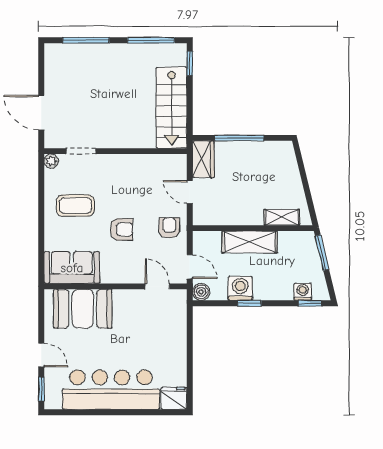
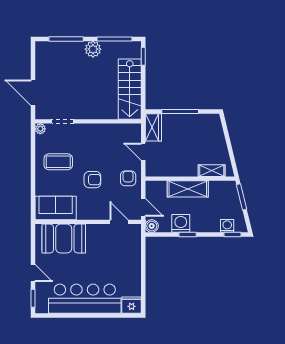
plant: (122, 54) -> (93, 49), added

